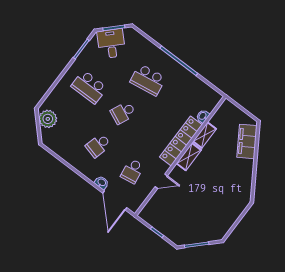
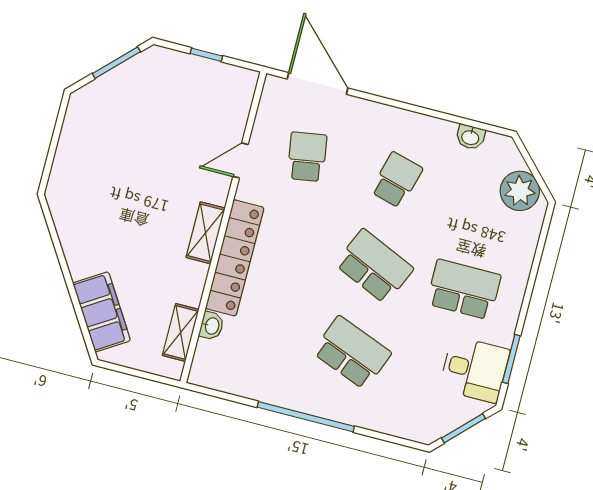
desk: (111, 44) -> (475, 369), moved, turned -45
school desk: (148, 80) -> (352, 353), turned 30
school desk: (123, 113) -> (374, 266), width x1.85
shelving: (205, 135) -> (181, 332), moved
washbasin: (102, 183) -> (470, 137), moved

